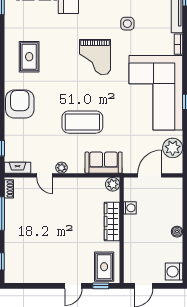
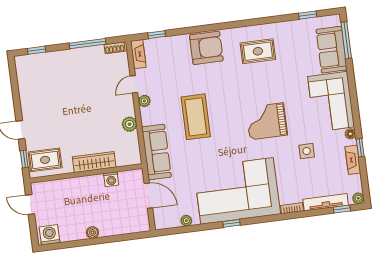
plant: (173, 148) -> (186, 221), width x0.53, depth x0.53
sofa: (104, 163) -> (156, 152), width x1.36
plant: (113, 184) -> (129, 124), moved

